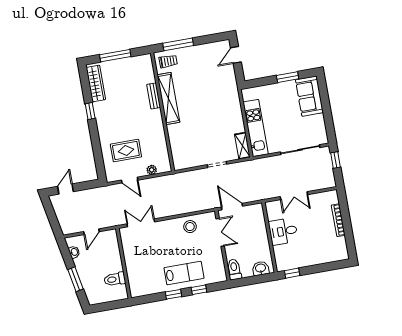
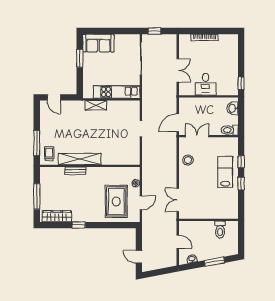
shelving: (242, 146) -> (96, 105), moved
rug: (126, 151) -> (116, 201), width x1.36, depth x1.43

